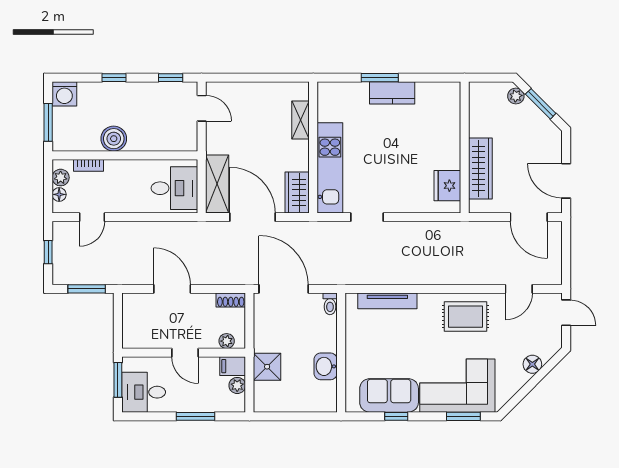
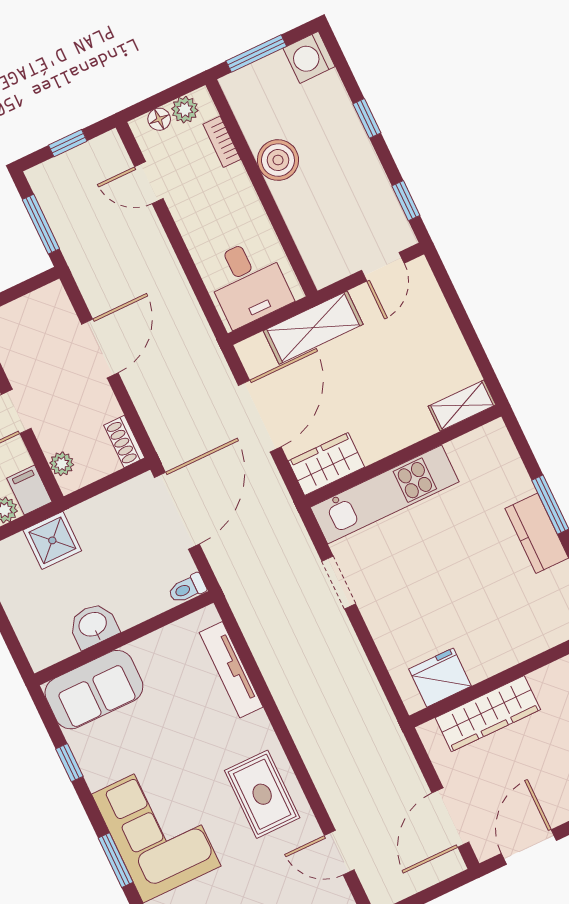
shelving: (301, 120) -> (462, 406), moved
shelving: (217, 184) -> (313, 328), moved
sofa: (389, 395) -> (94, 690), moved, turned 90

